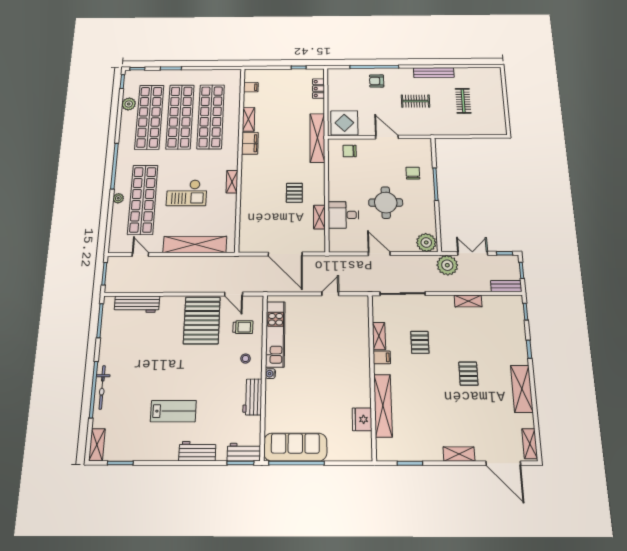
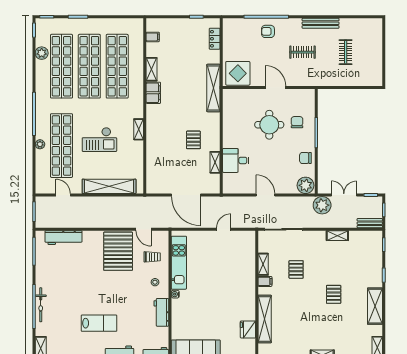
chair: (350, 151) -> (305, 158), moved
round table: (386, 203) -> (269, 125), moved

